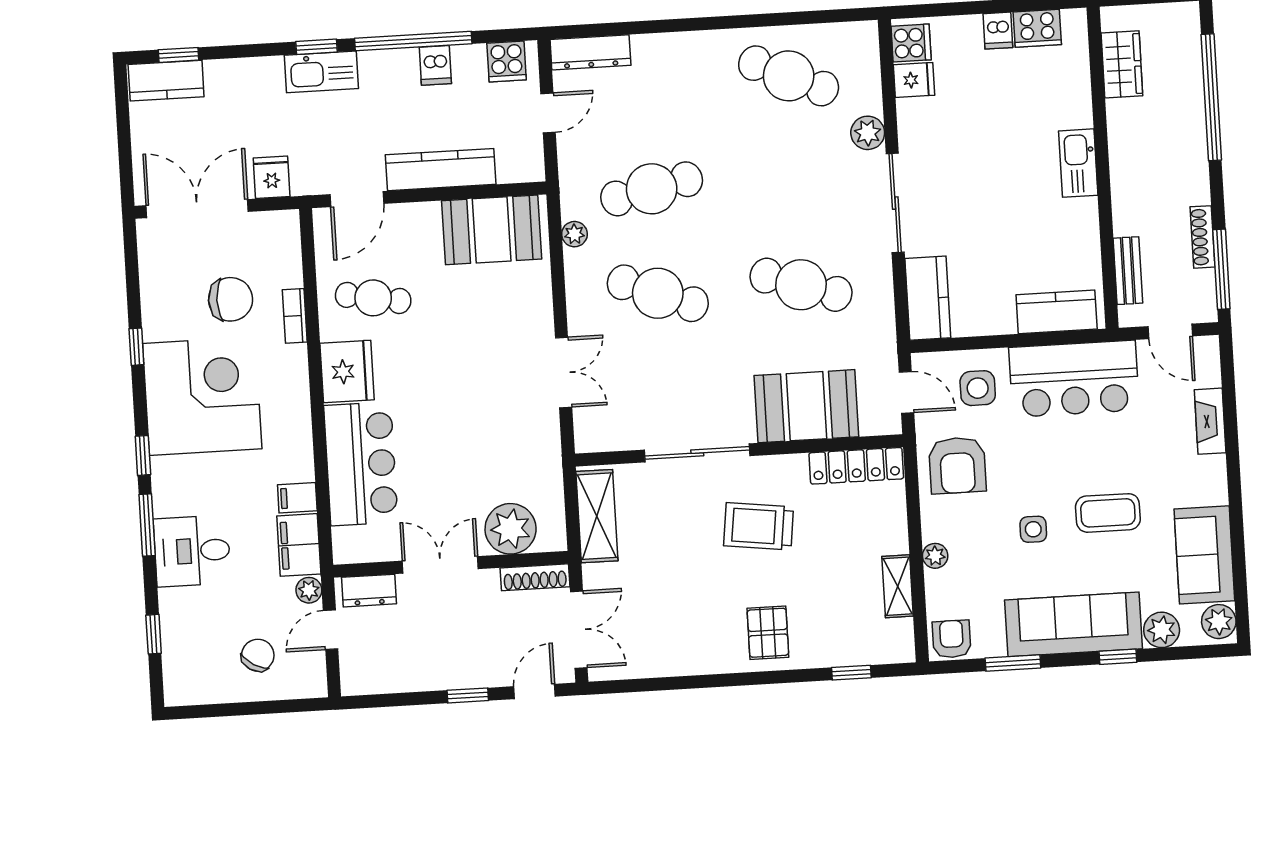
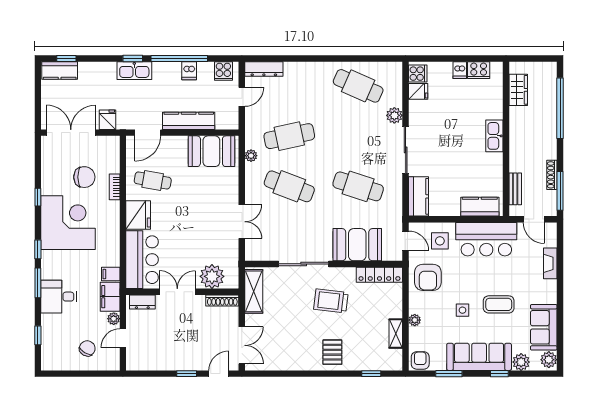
plant: (511, 529) -> (212, 276), moved
wall: (451, 564) -> (182, 292), moved
double door: (440, 565) -> (177, 292), moved
shoe rack: (535, 577) -> (222, 300), moved
dresser: (369, 591) -> (142, 302), moved

